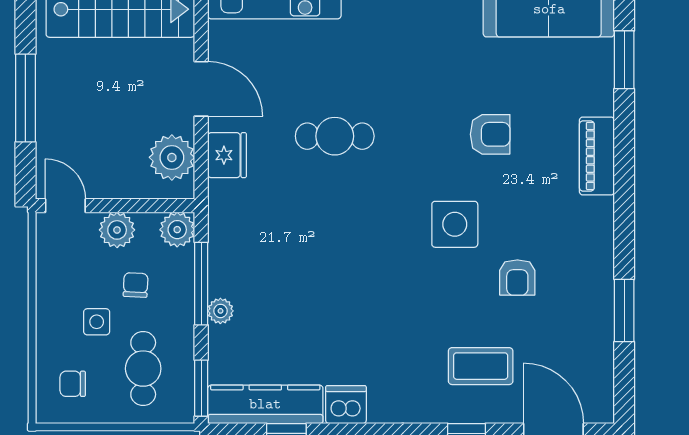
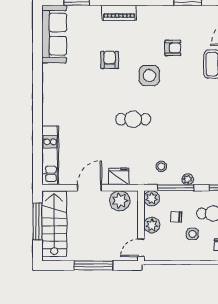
cafe table: (335, 136) -> (133, 119), moved, turned 90
stool: (250, 251) -> (161, 166), added

